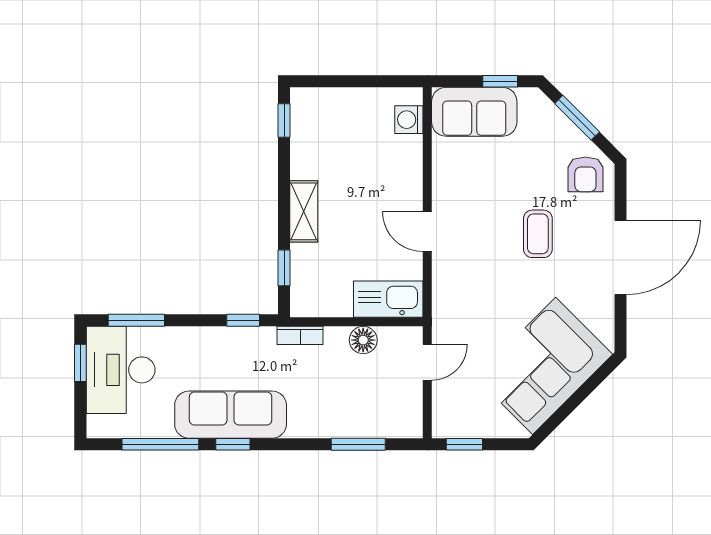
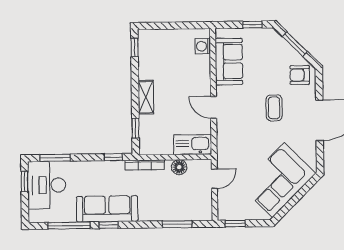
sofa: (474, 112) -> (229, 62), moved, turned -90
armchair: (585, 174) -> (300, 75), turned 90
bookcase: (300, 335) -> (145, 165), width x1.56

